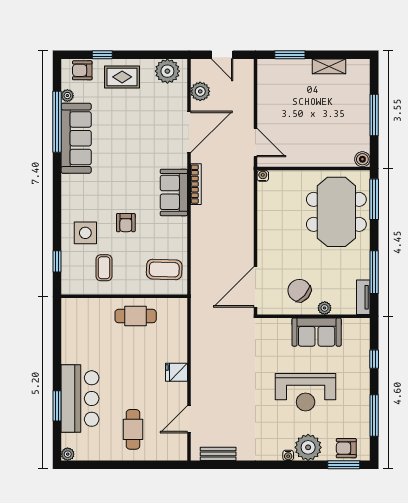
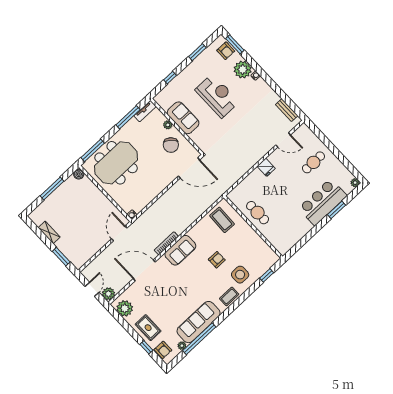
plant: (200, 91) -> (108, 294), moved
coffee table: (104, 268) -> (229, 296), moved
window: (374, 416) -> (197, 52), width x0.69

